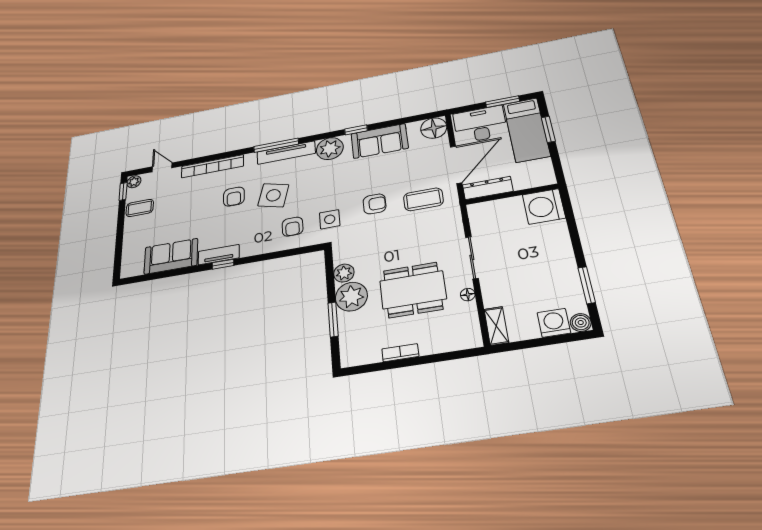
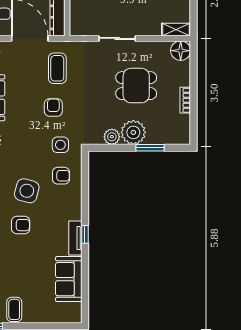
dining table: (413, 290) -> (136, 86), width x0.73
floor lamp: (468, 295) -> (181, 51), moved, width x1.89, depth x1.89

